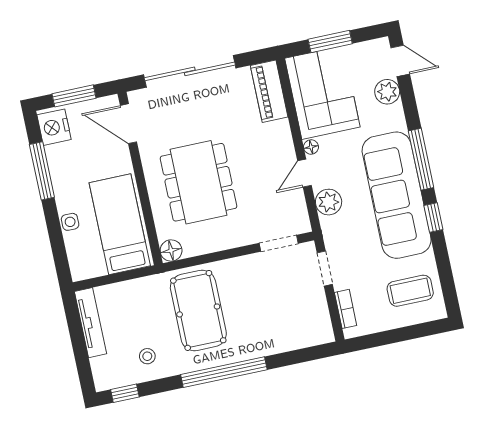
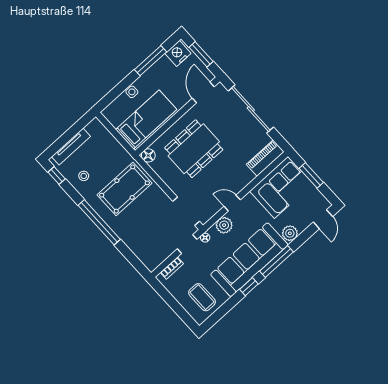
plant: (387, 92) -> (290, 233), moved
floor lamp: (311, 147) -> (205, 238), moved
doorway: (279, 243) -> (186, 211), width x1.38
tv unit: (91, 323) -> (71, 146), moved

